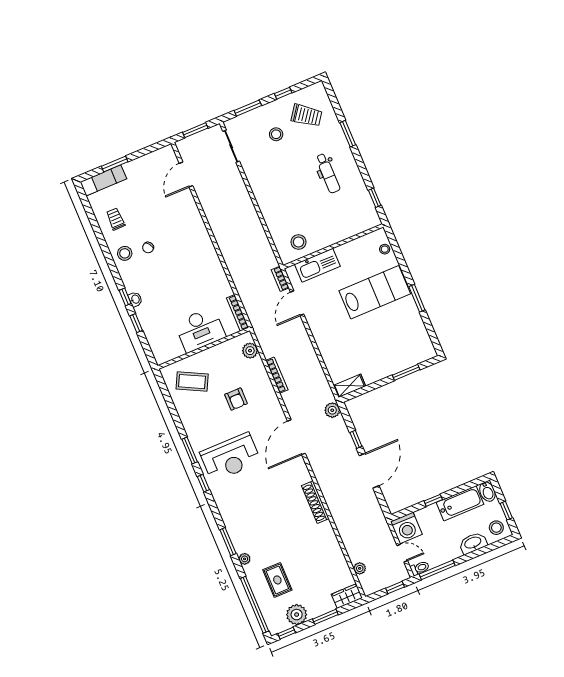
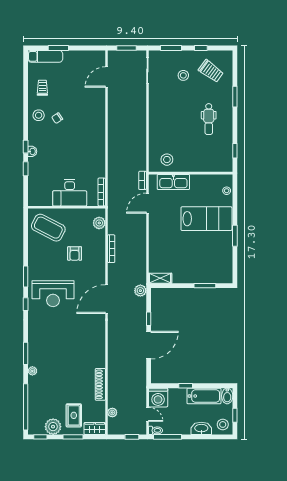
coffee table: (192, 382) -> (48, 228), width x1.36, depth x1.32
shoe rack: (315, 502) -> (100, 384), moved
rug: (277, 580) -> (74, 415), moved

